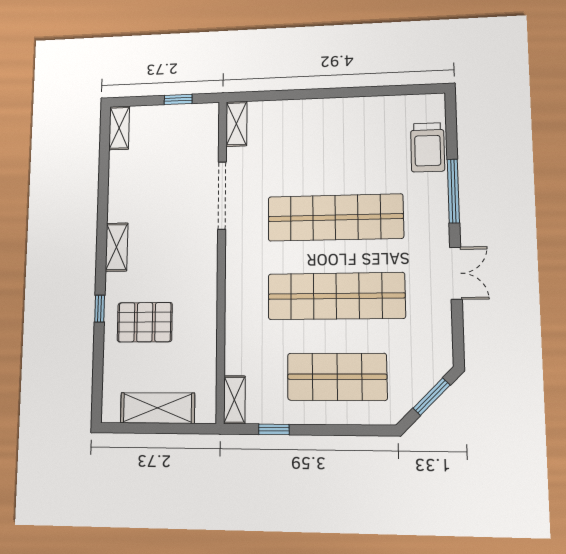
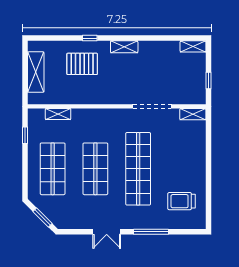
trolley: (428, 147) -> (181, 201), moved
shop shelf: (336, 296) -> (95, 169), width x0.71
pallet: (145, 322) -> (82, 64), turned 90
shelving: (234, 400) -> (58, 114), moved

